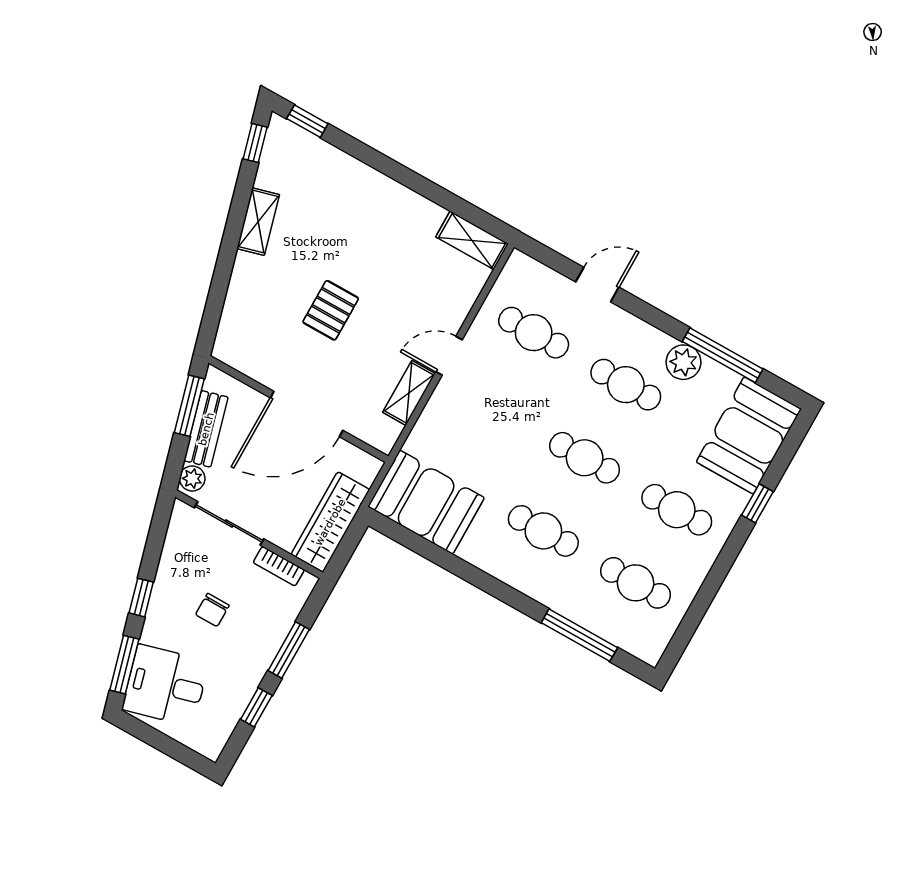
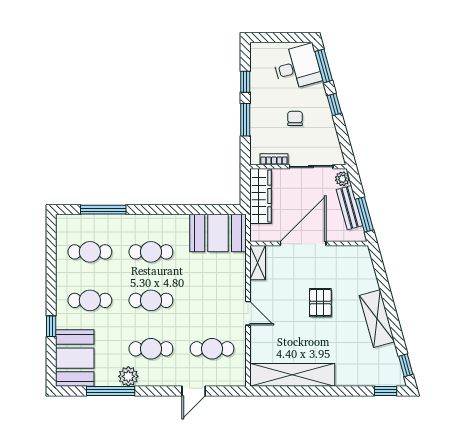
shelving: (258, 222) -> (377, 319), width x1.50, depth x1.33
shelving: (472, 240) -> (292, 375), width x2.20, depth x1.33
door: (449, 356) -> (248, 313), hinge flipped
shelving: (409, 393) -> (258, 263), moved

